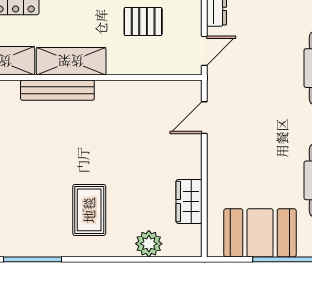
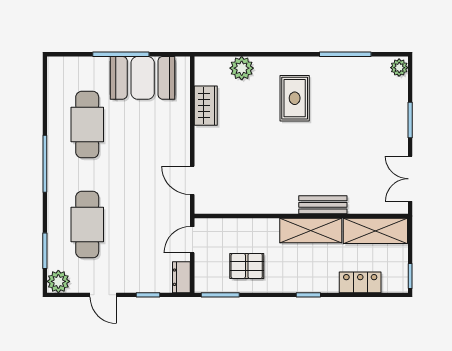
bench: (57, 90) -> (323, 205), width x0.73
door: (204, 118) -> (192, 180), swing flipped

